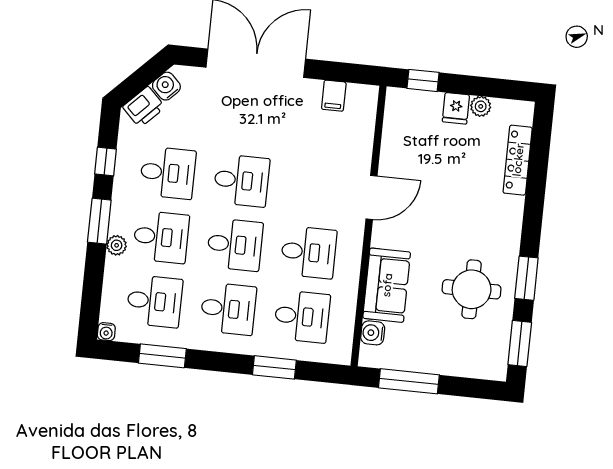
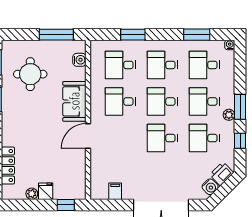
plant: (117, 245) -> (229, 115), moved
sofa: (387, 285) -> (74, 101), moved
round table: (472, 289) -> (30, 74), moved

